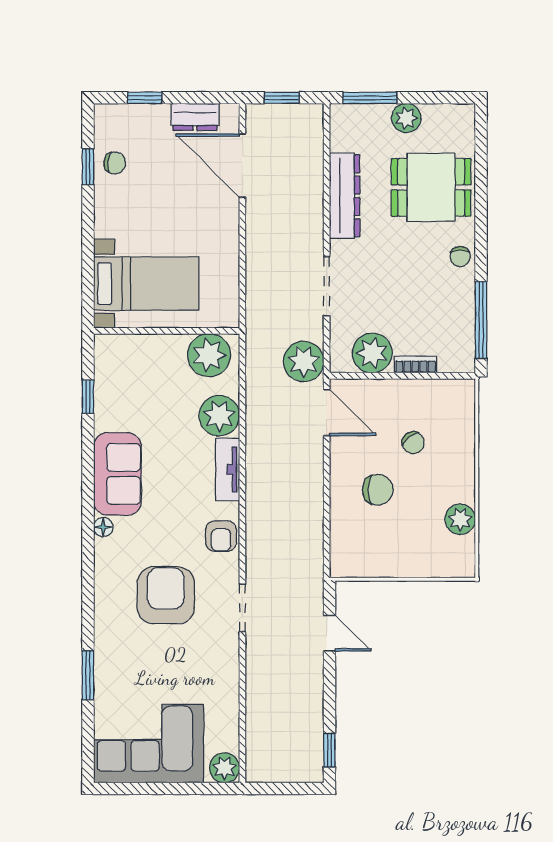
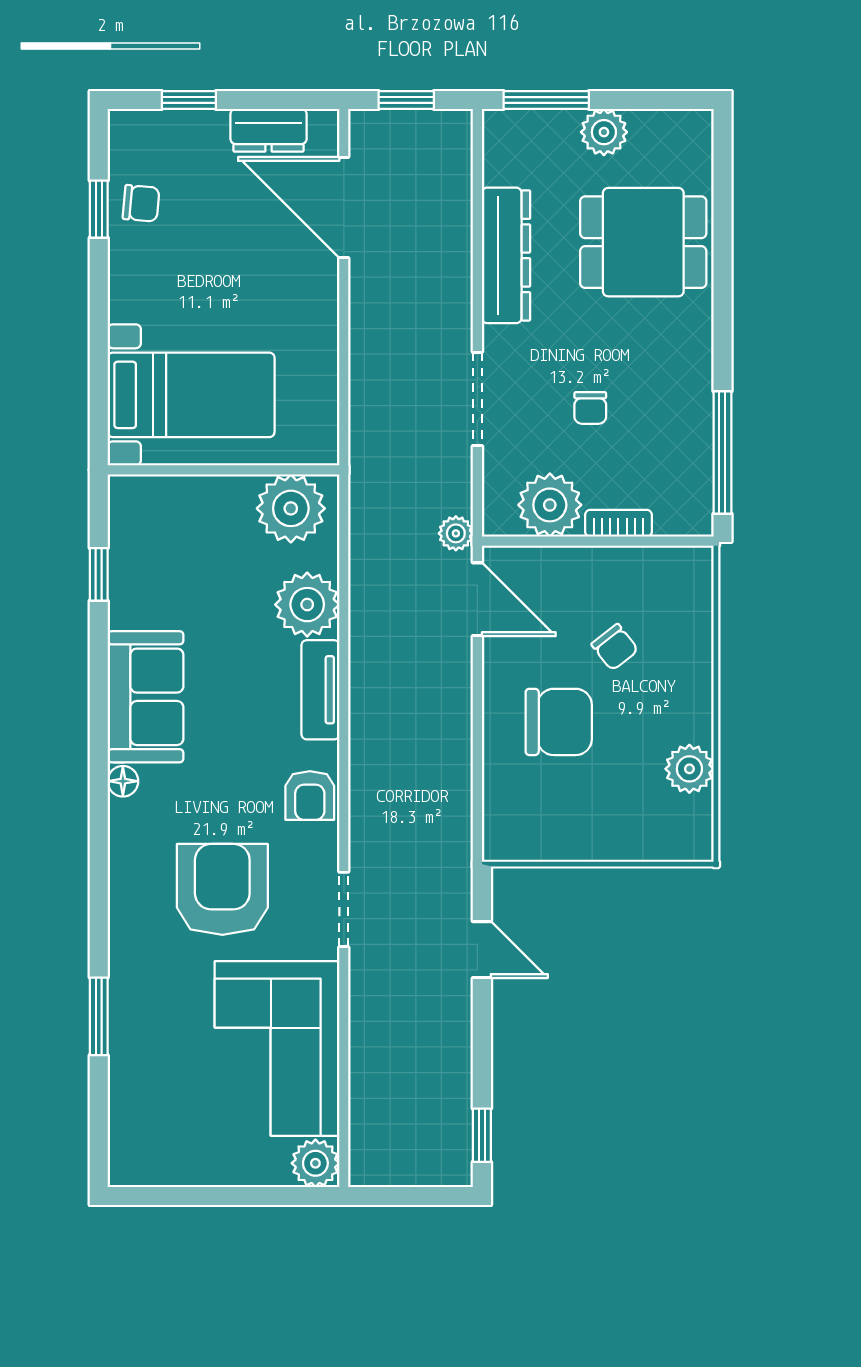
chair: (460, 257) -> (590, 408), moved
plant: (304, 361) -> (456, 533), width x0.53, depth x0.53
chair: (378, 490) -> (559, 722), width x1.37, depth x1.37
corner sofa: (149, 744) -> (277, 1048), moved, turned -90

